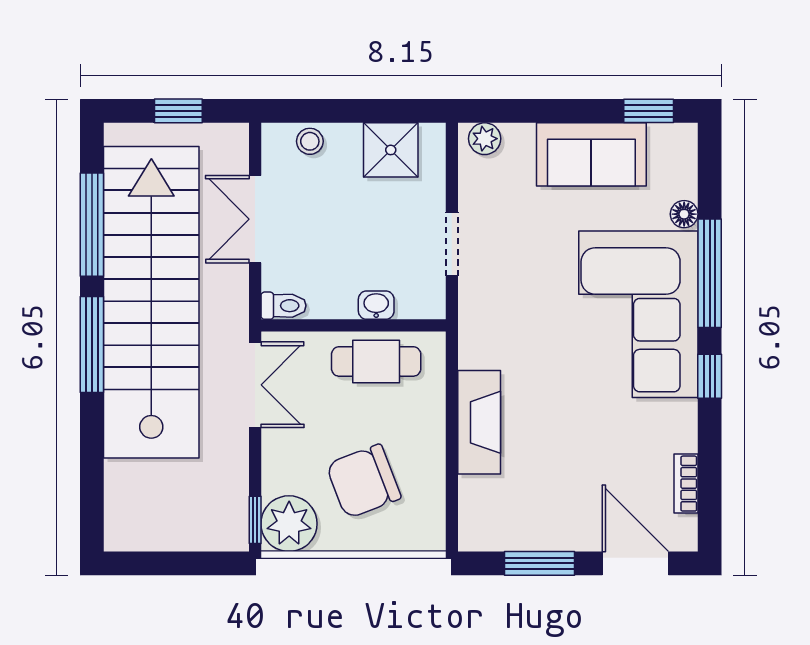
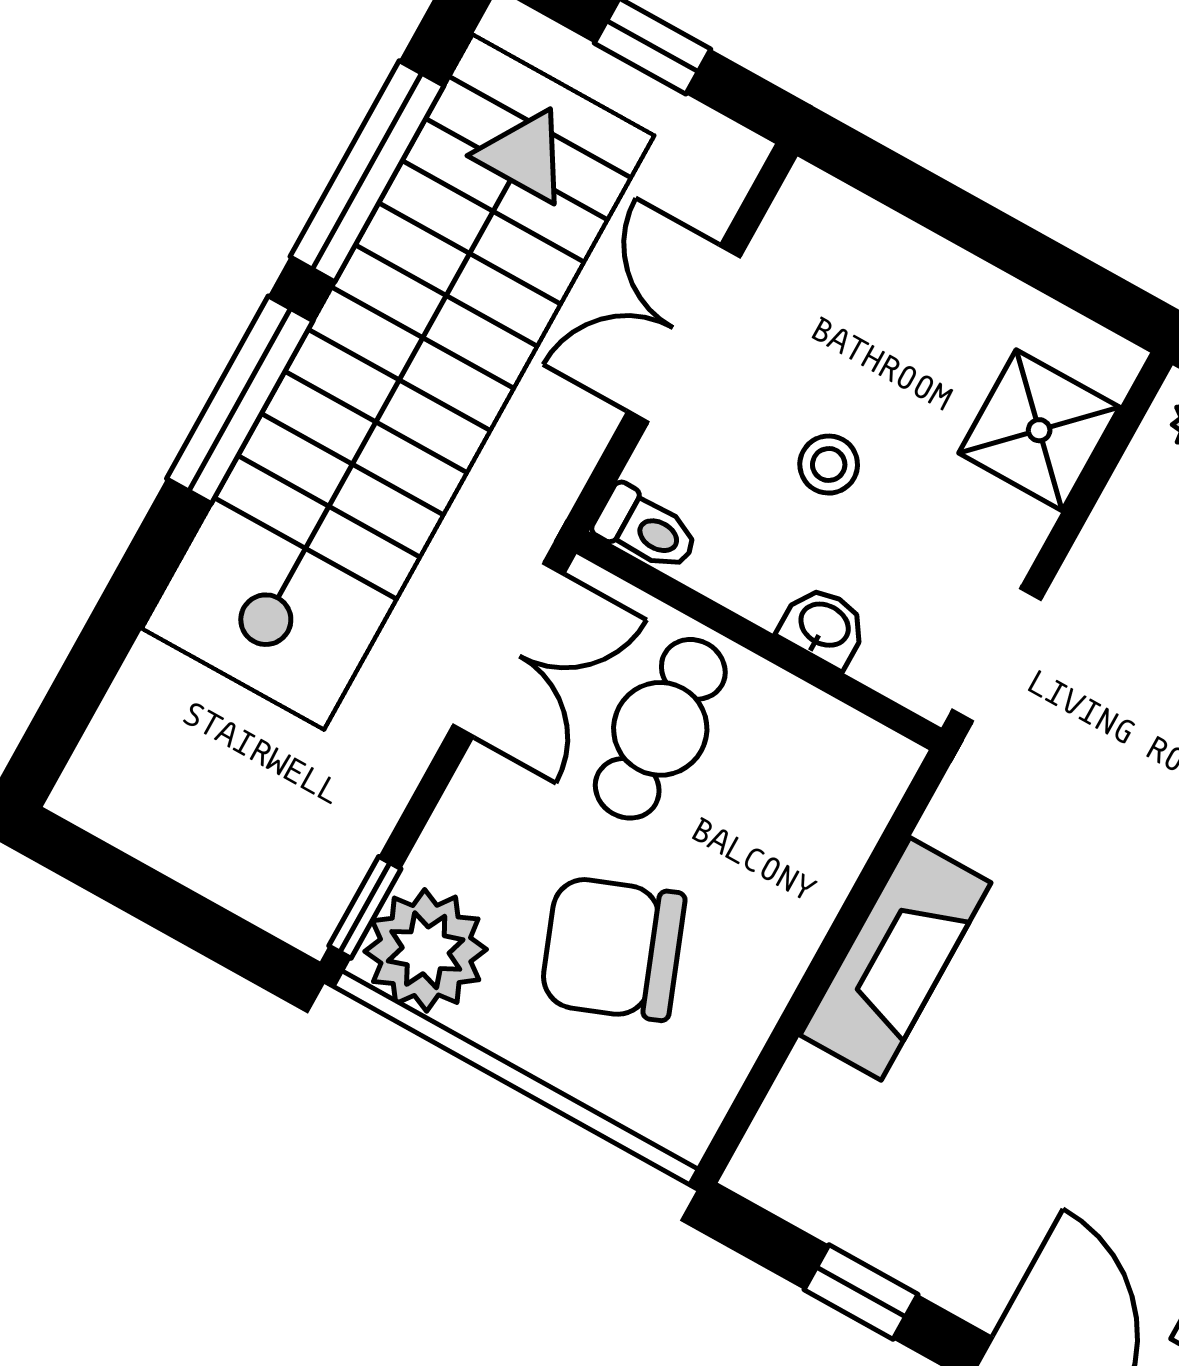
stool: (310, 141) -> (829, 465), moved
shower: (391, 150) -> (1039, 430), moved
doorway: (452, 244) -> (997, 655), moved
cafe table: (376, 361) -> (660, 729), moved, turned 90
window: (540, 563) -> (861, 1292), width x0.67

